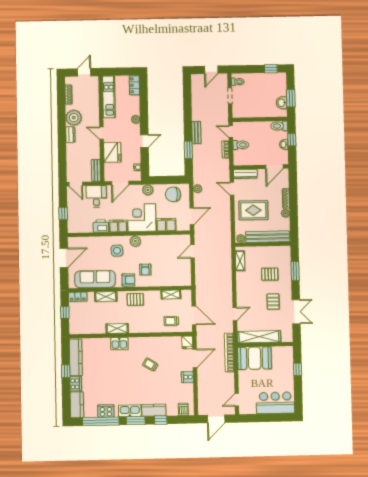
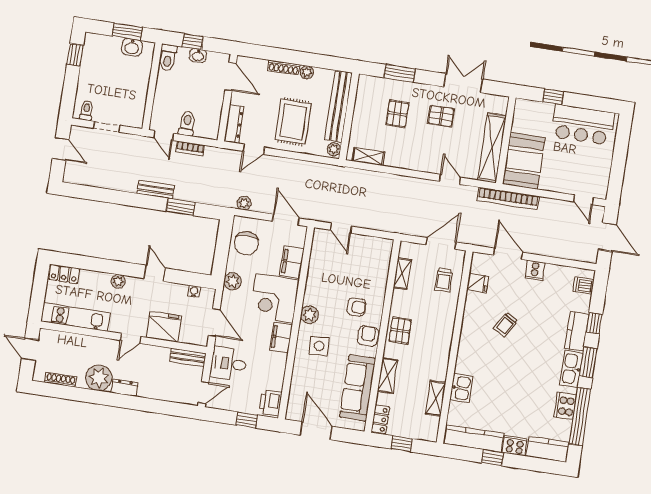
door: (231, 132) -> (164, 135), hinge flipped
printer: (101, 226) -> (271, 403), moved
shelving: (117, 328) -> (436, 398), moved
fridge: (187, 342) -> (478, 283), moved
kitchen sink: (119, 344) -> (461, 388), moved
bar counter: (275, 403) -> (582, 125), moved, turned -90

